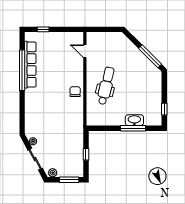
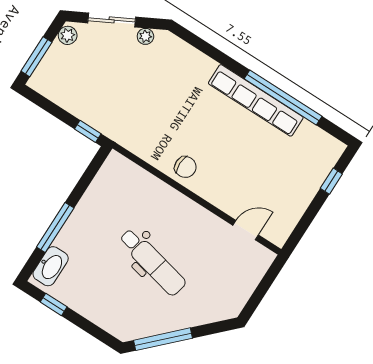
row of seats: (30, 65) -> (256, 100), moved
dental chair: (106, 86) -> (152, 262), moved
washbasin: (134, 120) -> (51, 266), moved
window: (86, 154) -> (88, 131), moved

